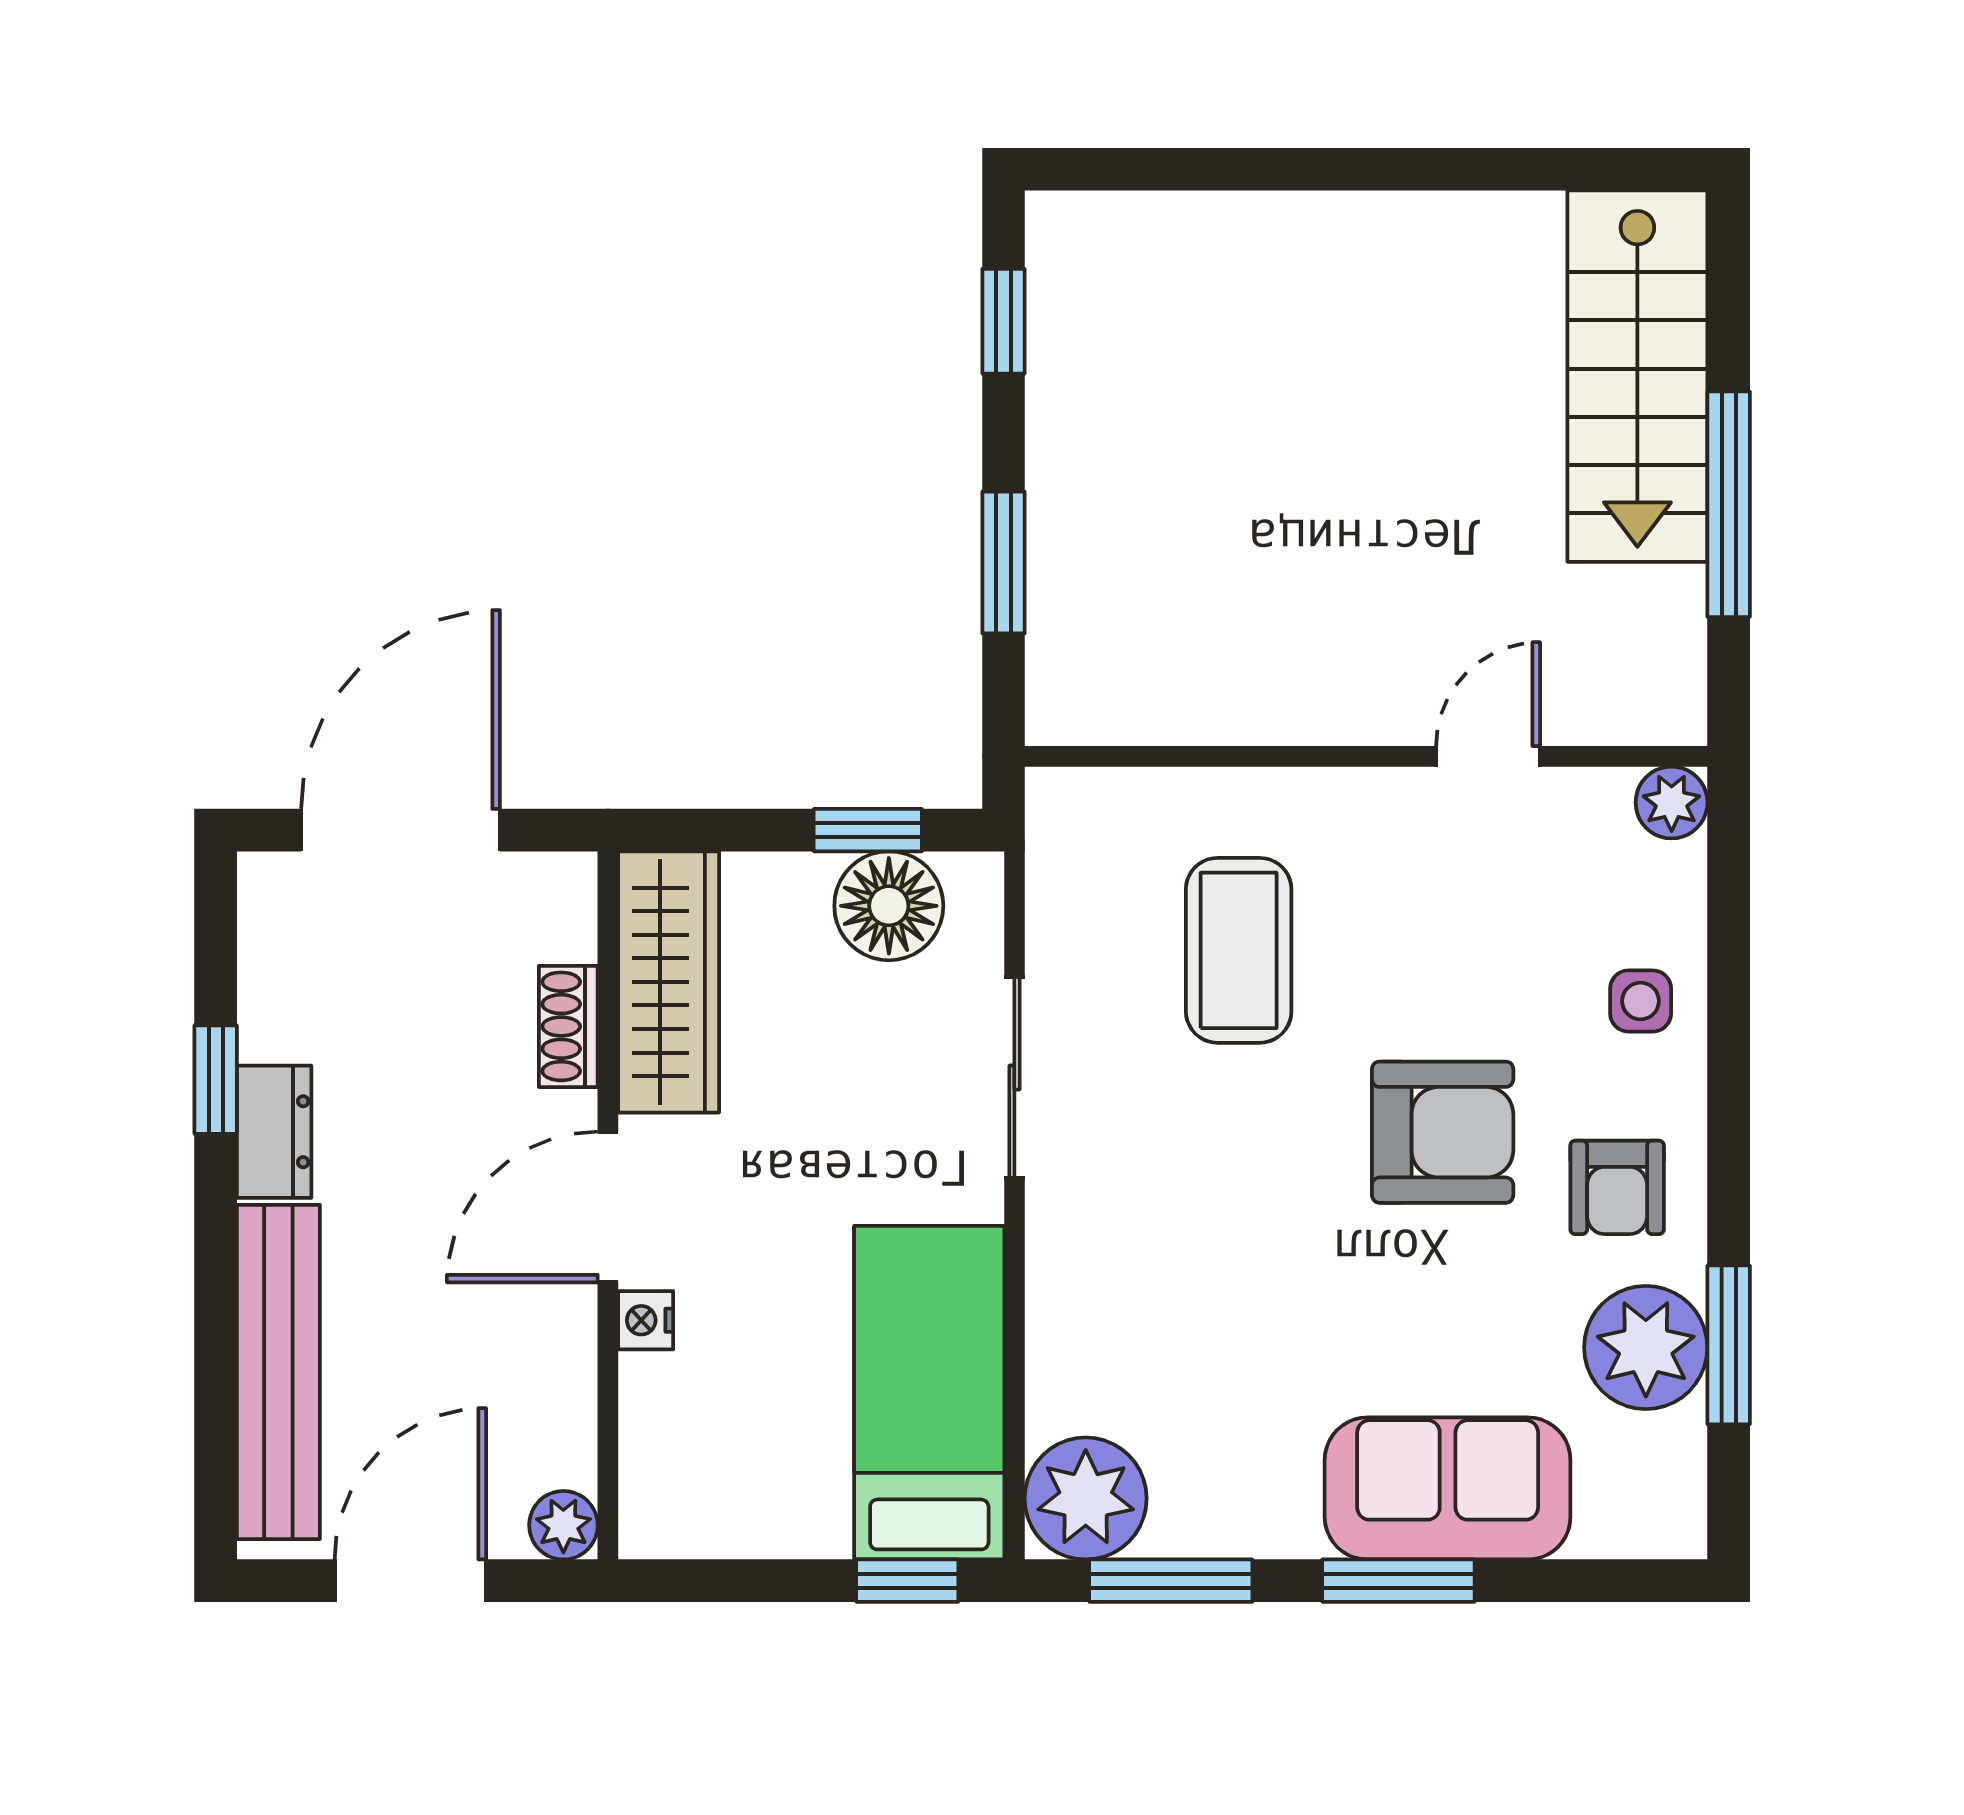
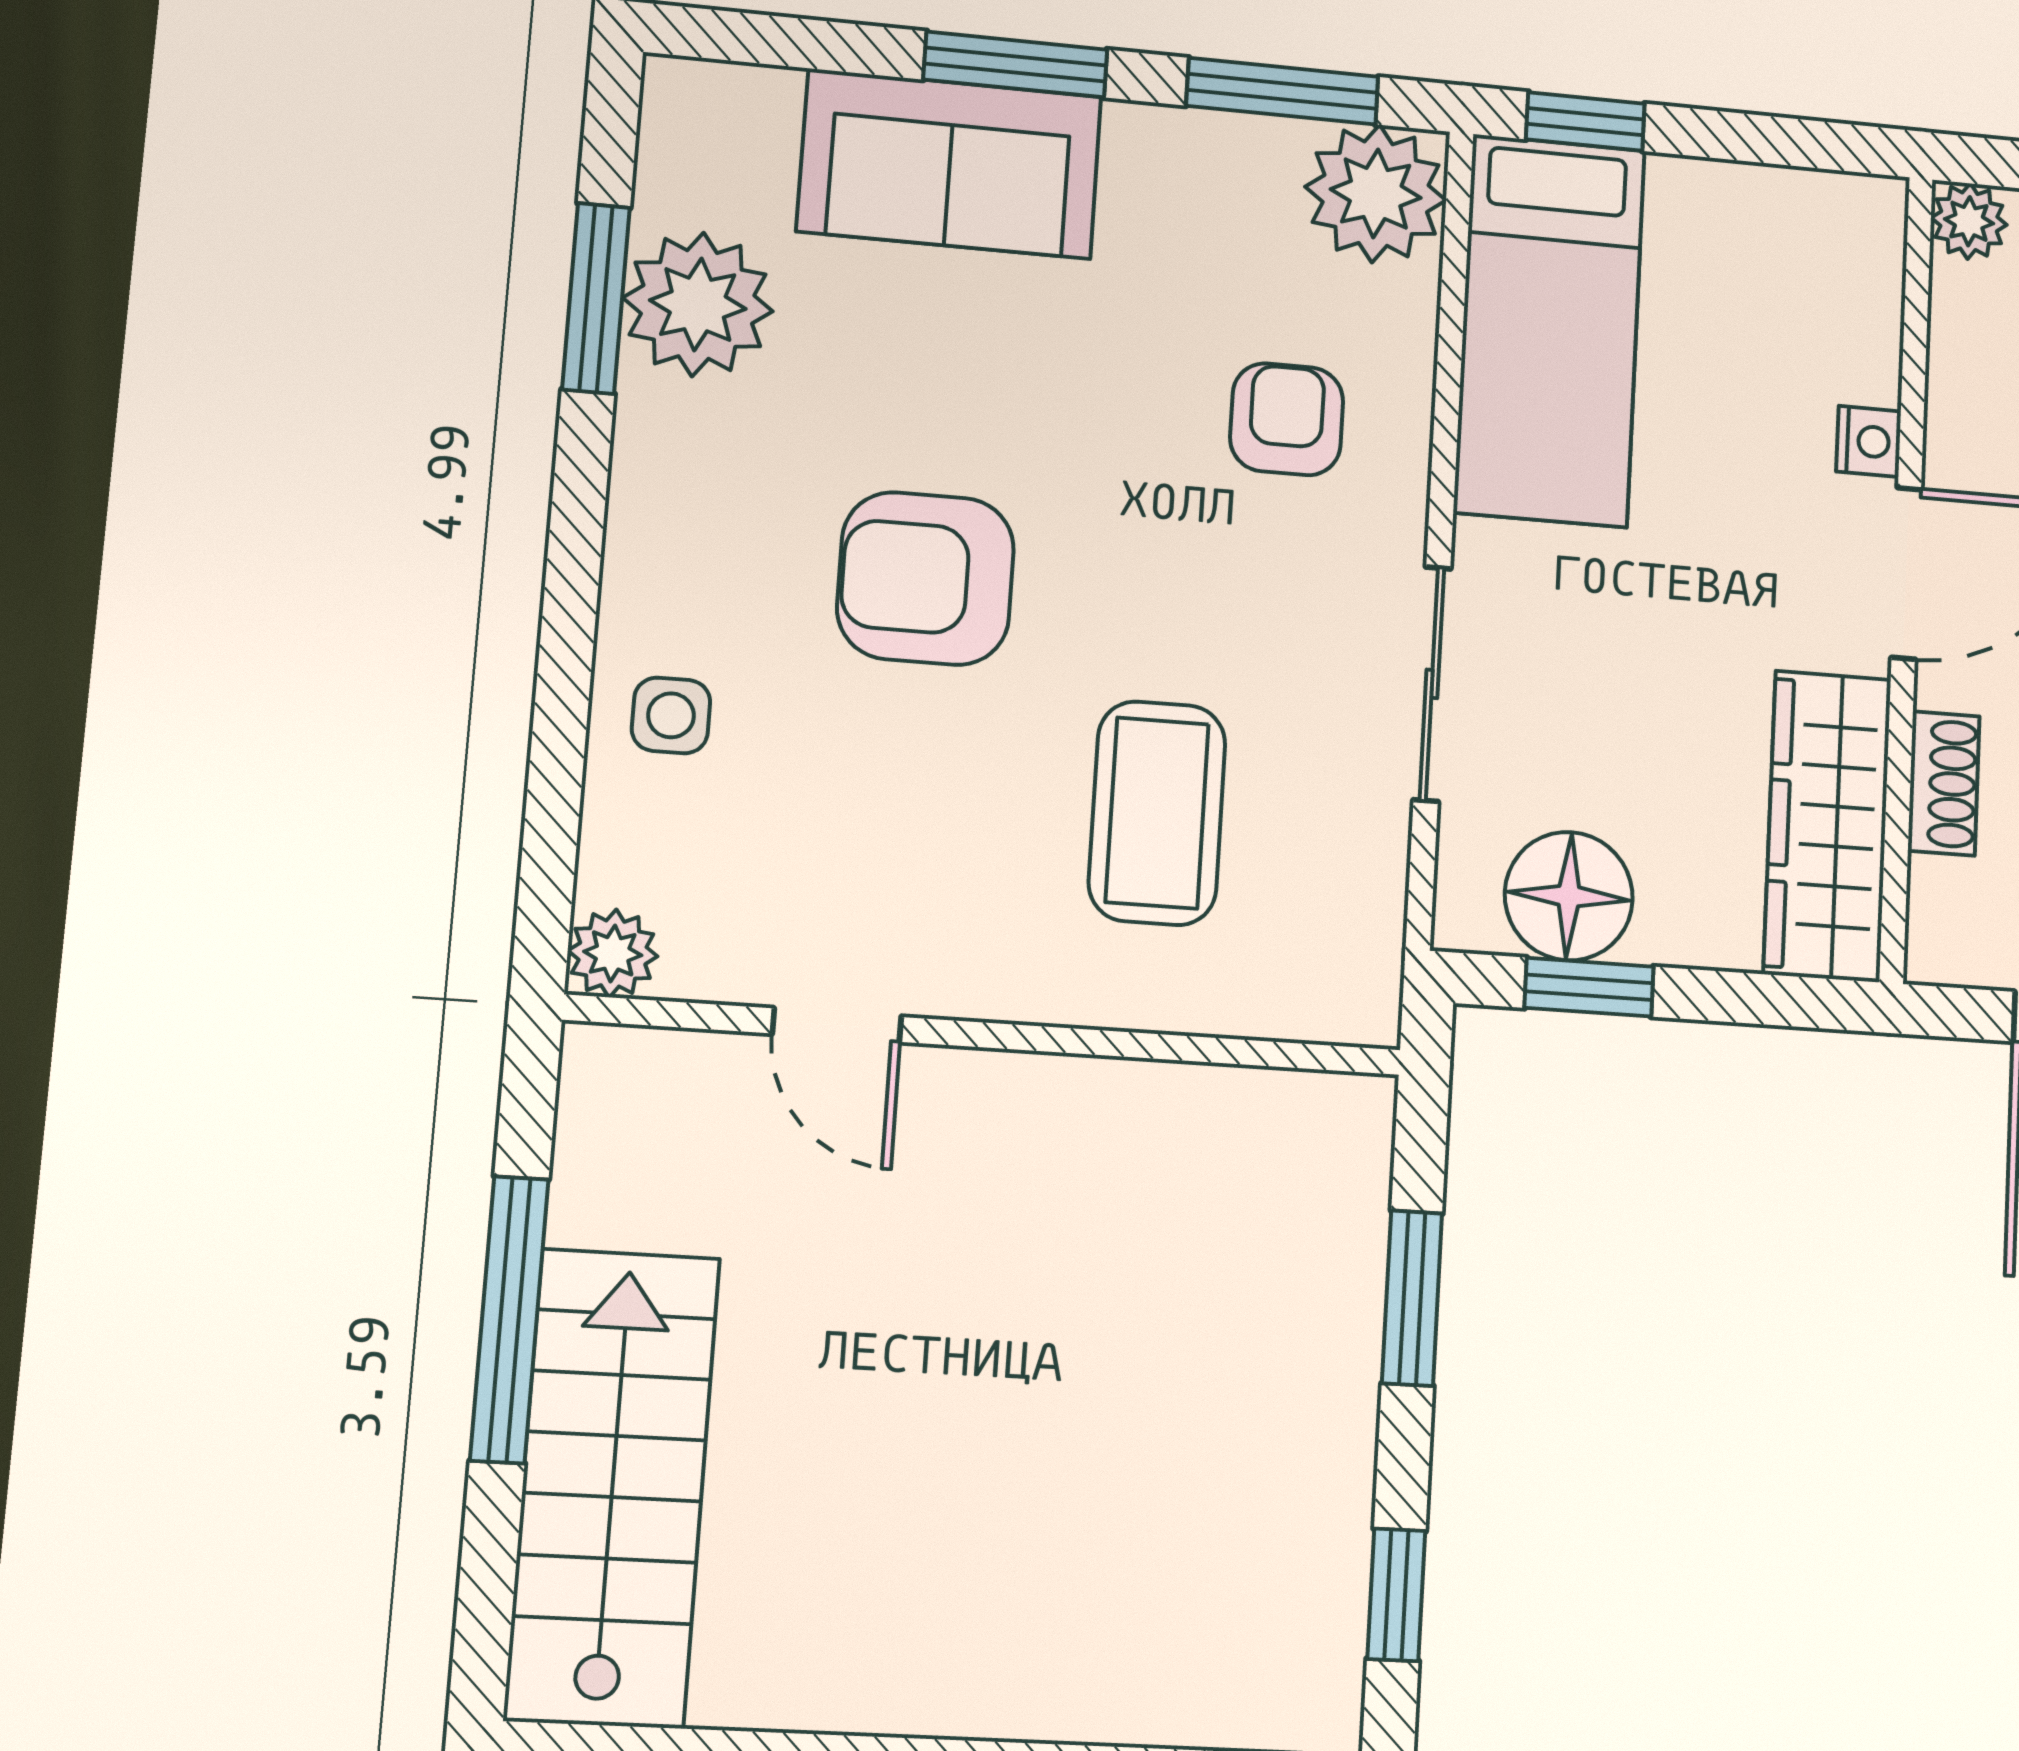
door: (1488, 756) -> (837, 1025), hinge flipped
armchair: (1617, 1187) -> (1287, 419), moved

